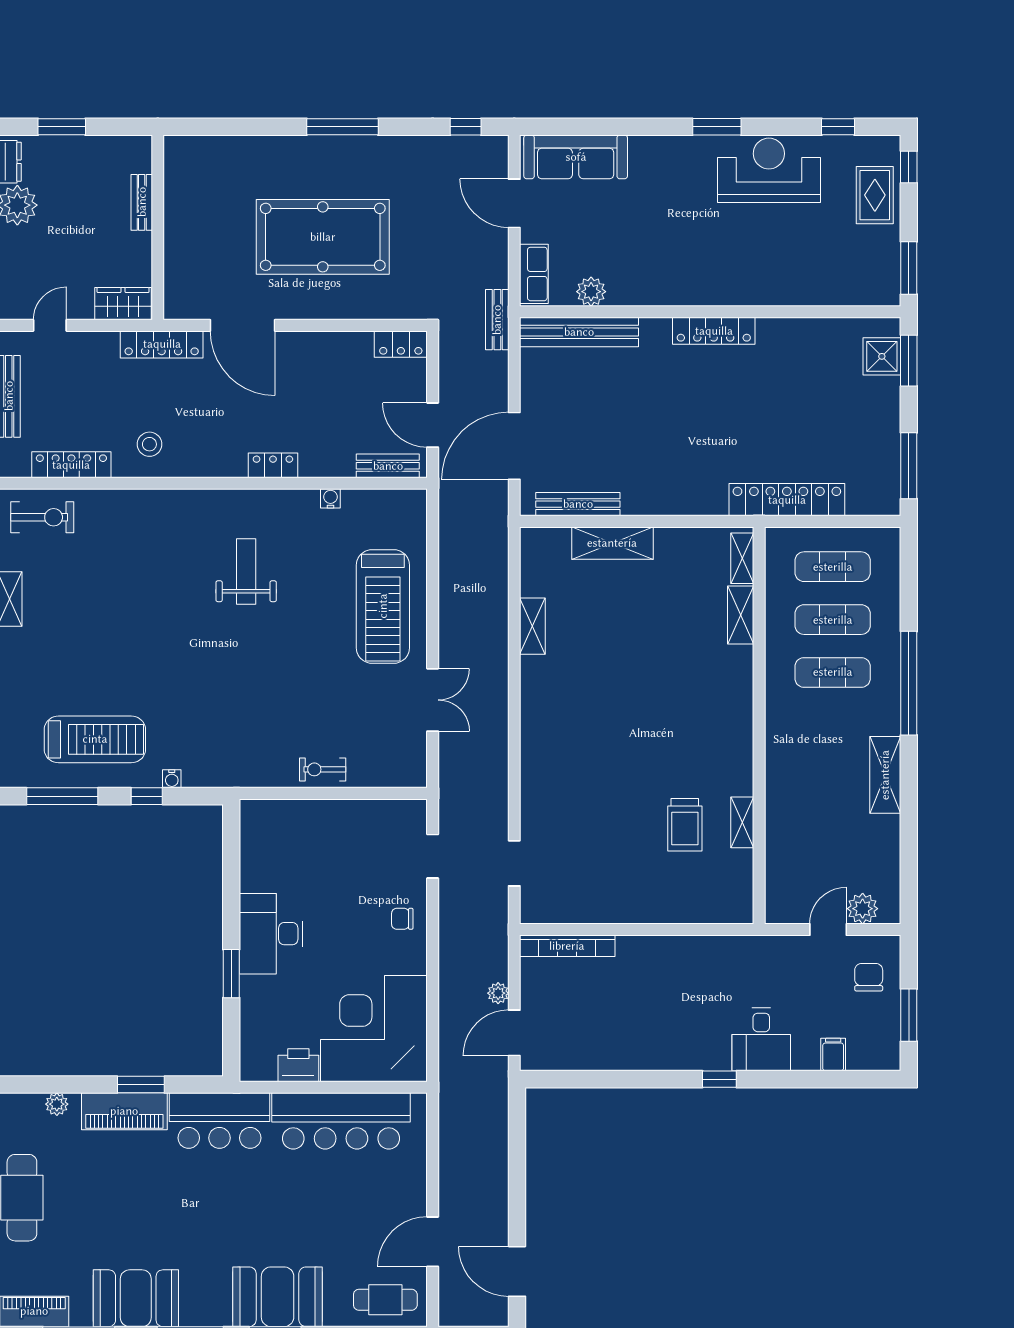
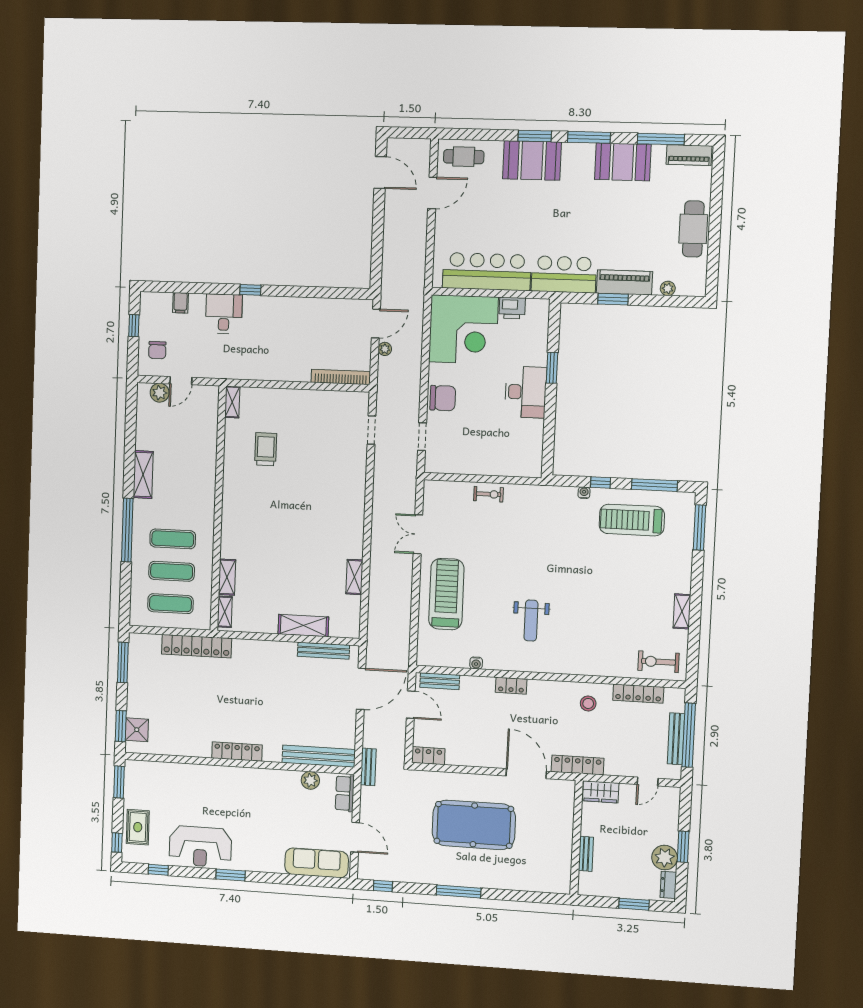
shelving: (742, 822) -> (232, 402), moved
chair: (402, 919) -> (443, 398), width x1.87, depth x1.87
window: (909, 1015) -> (134, 326), width x0.67

